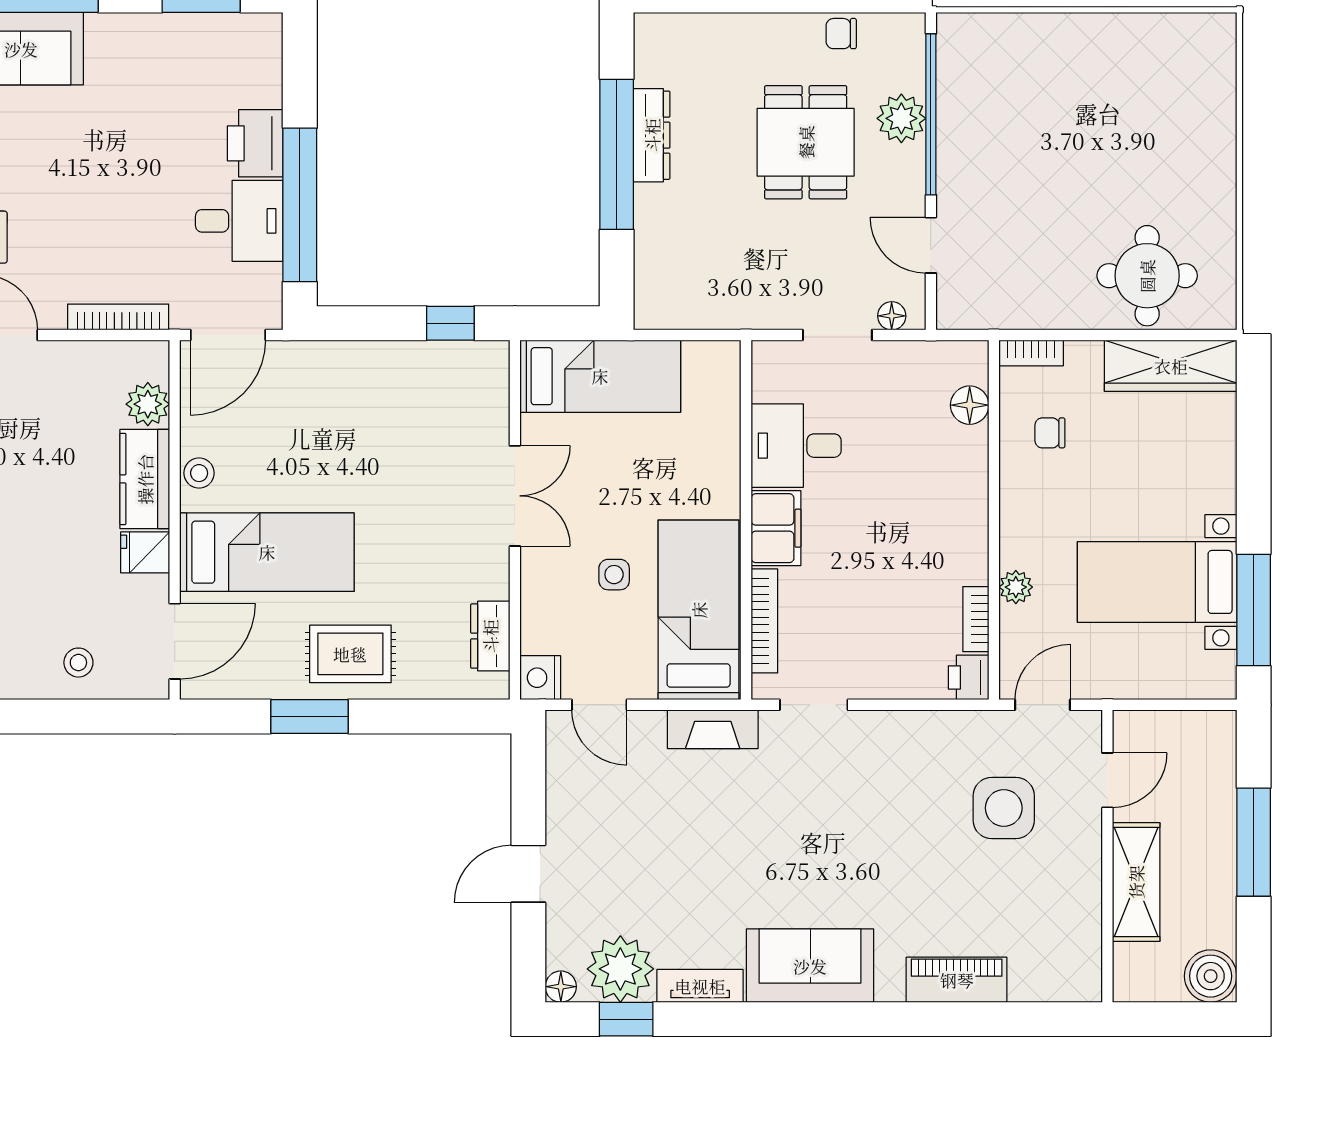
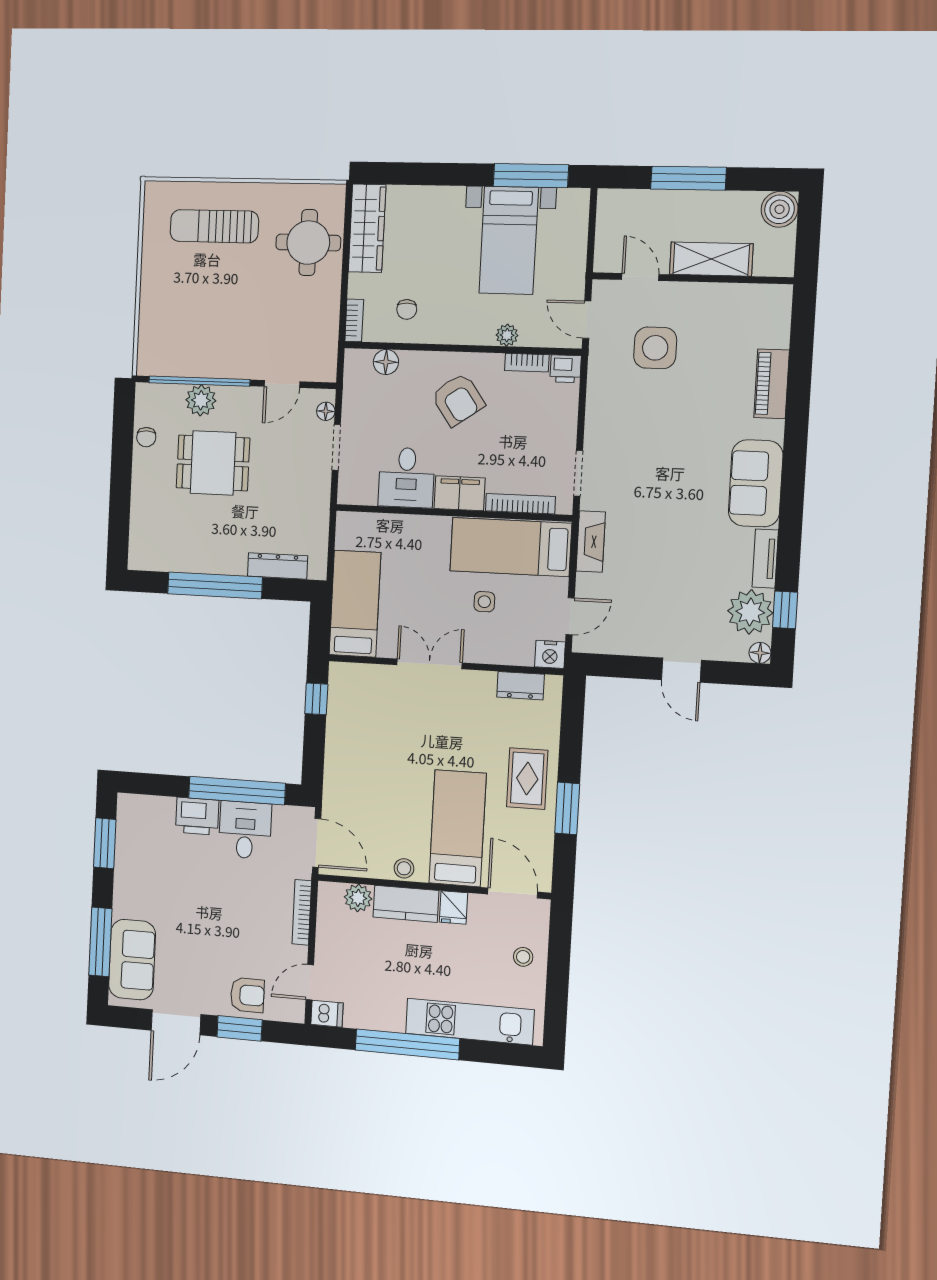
sun lounger: (1169, 127) -> (214, 226), added
dresser: (652, 135) -> (277, 566), moved
armchair: (917, 518) -> (458, 400), added

